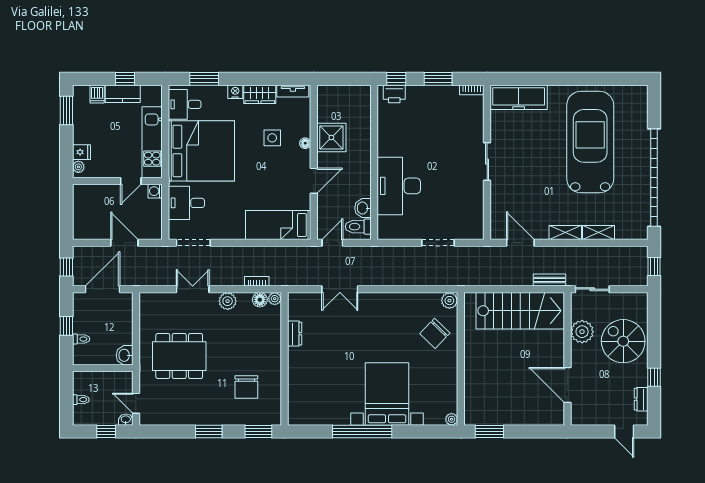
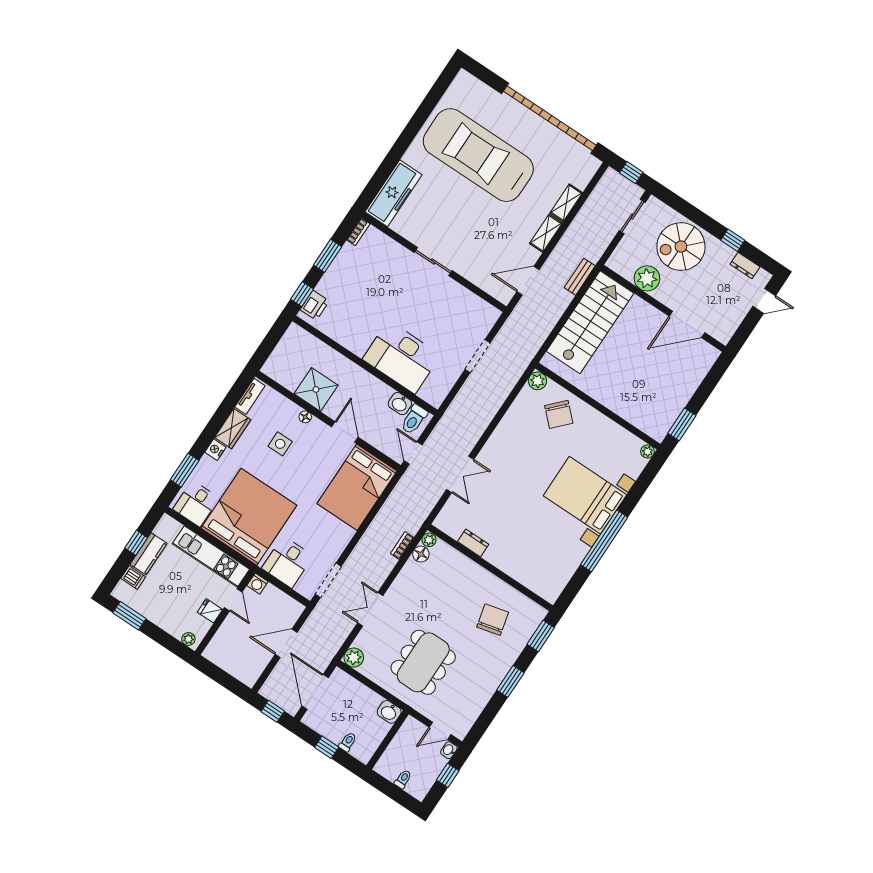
fridge: (82, 152) -> (210, 611), moved, turned -90
bed: (278, 225) -> (357, 487), width x1.50
sliding door: (592, 289) -> (632, 217), moved
plant: (228, 301) -> (354, 658), moved
chair: (246, 387) -> (493, 620), turned -104

